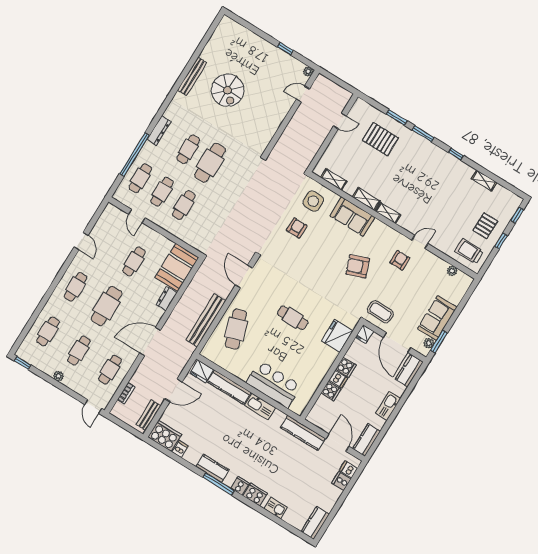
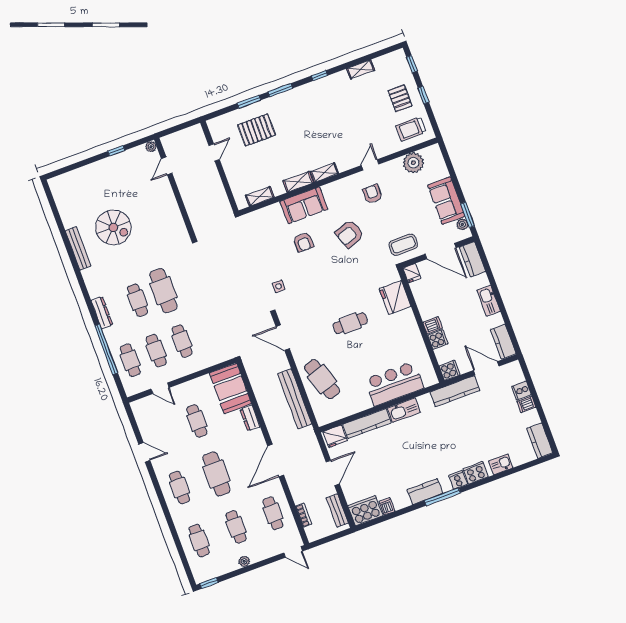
side table: (313, 201) -> (279, 286), moved, width x0.54, depth x0.54
armchair: (297, 228) -> (303, 242), moved, turned 180
plant: (452, 271) -> (413, 163), width x1.87, depth x1.87
cooker: (346, 367) -> (450, 370), moved
dishwasher: (348, 469) -> (526, 404), moved

